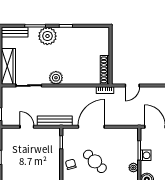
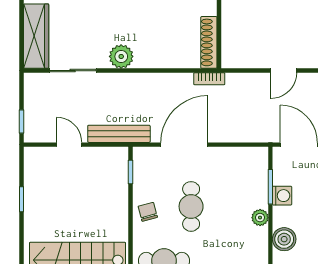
door: (132, 86) -> (284, 71), moved
cafe table: (95, 161) -> (191, 206), turned 45

